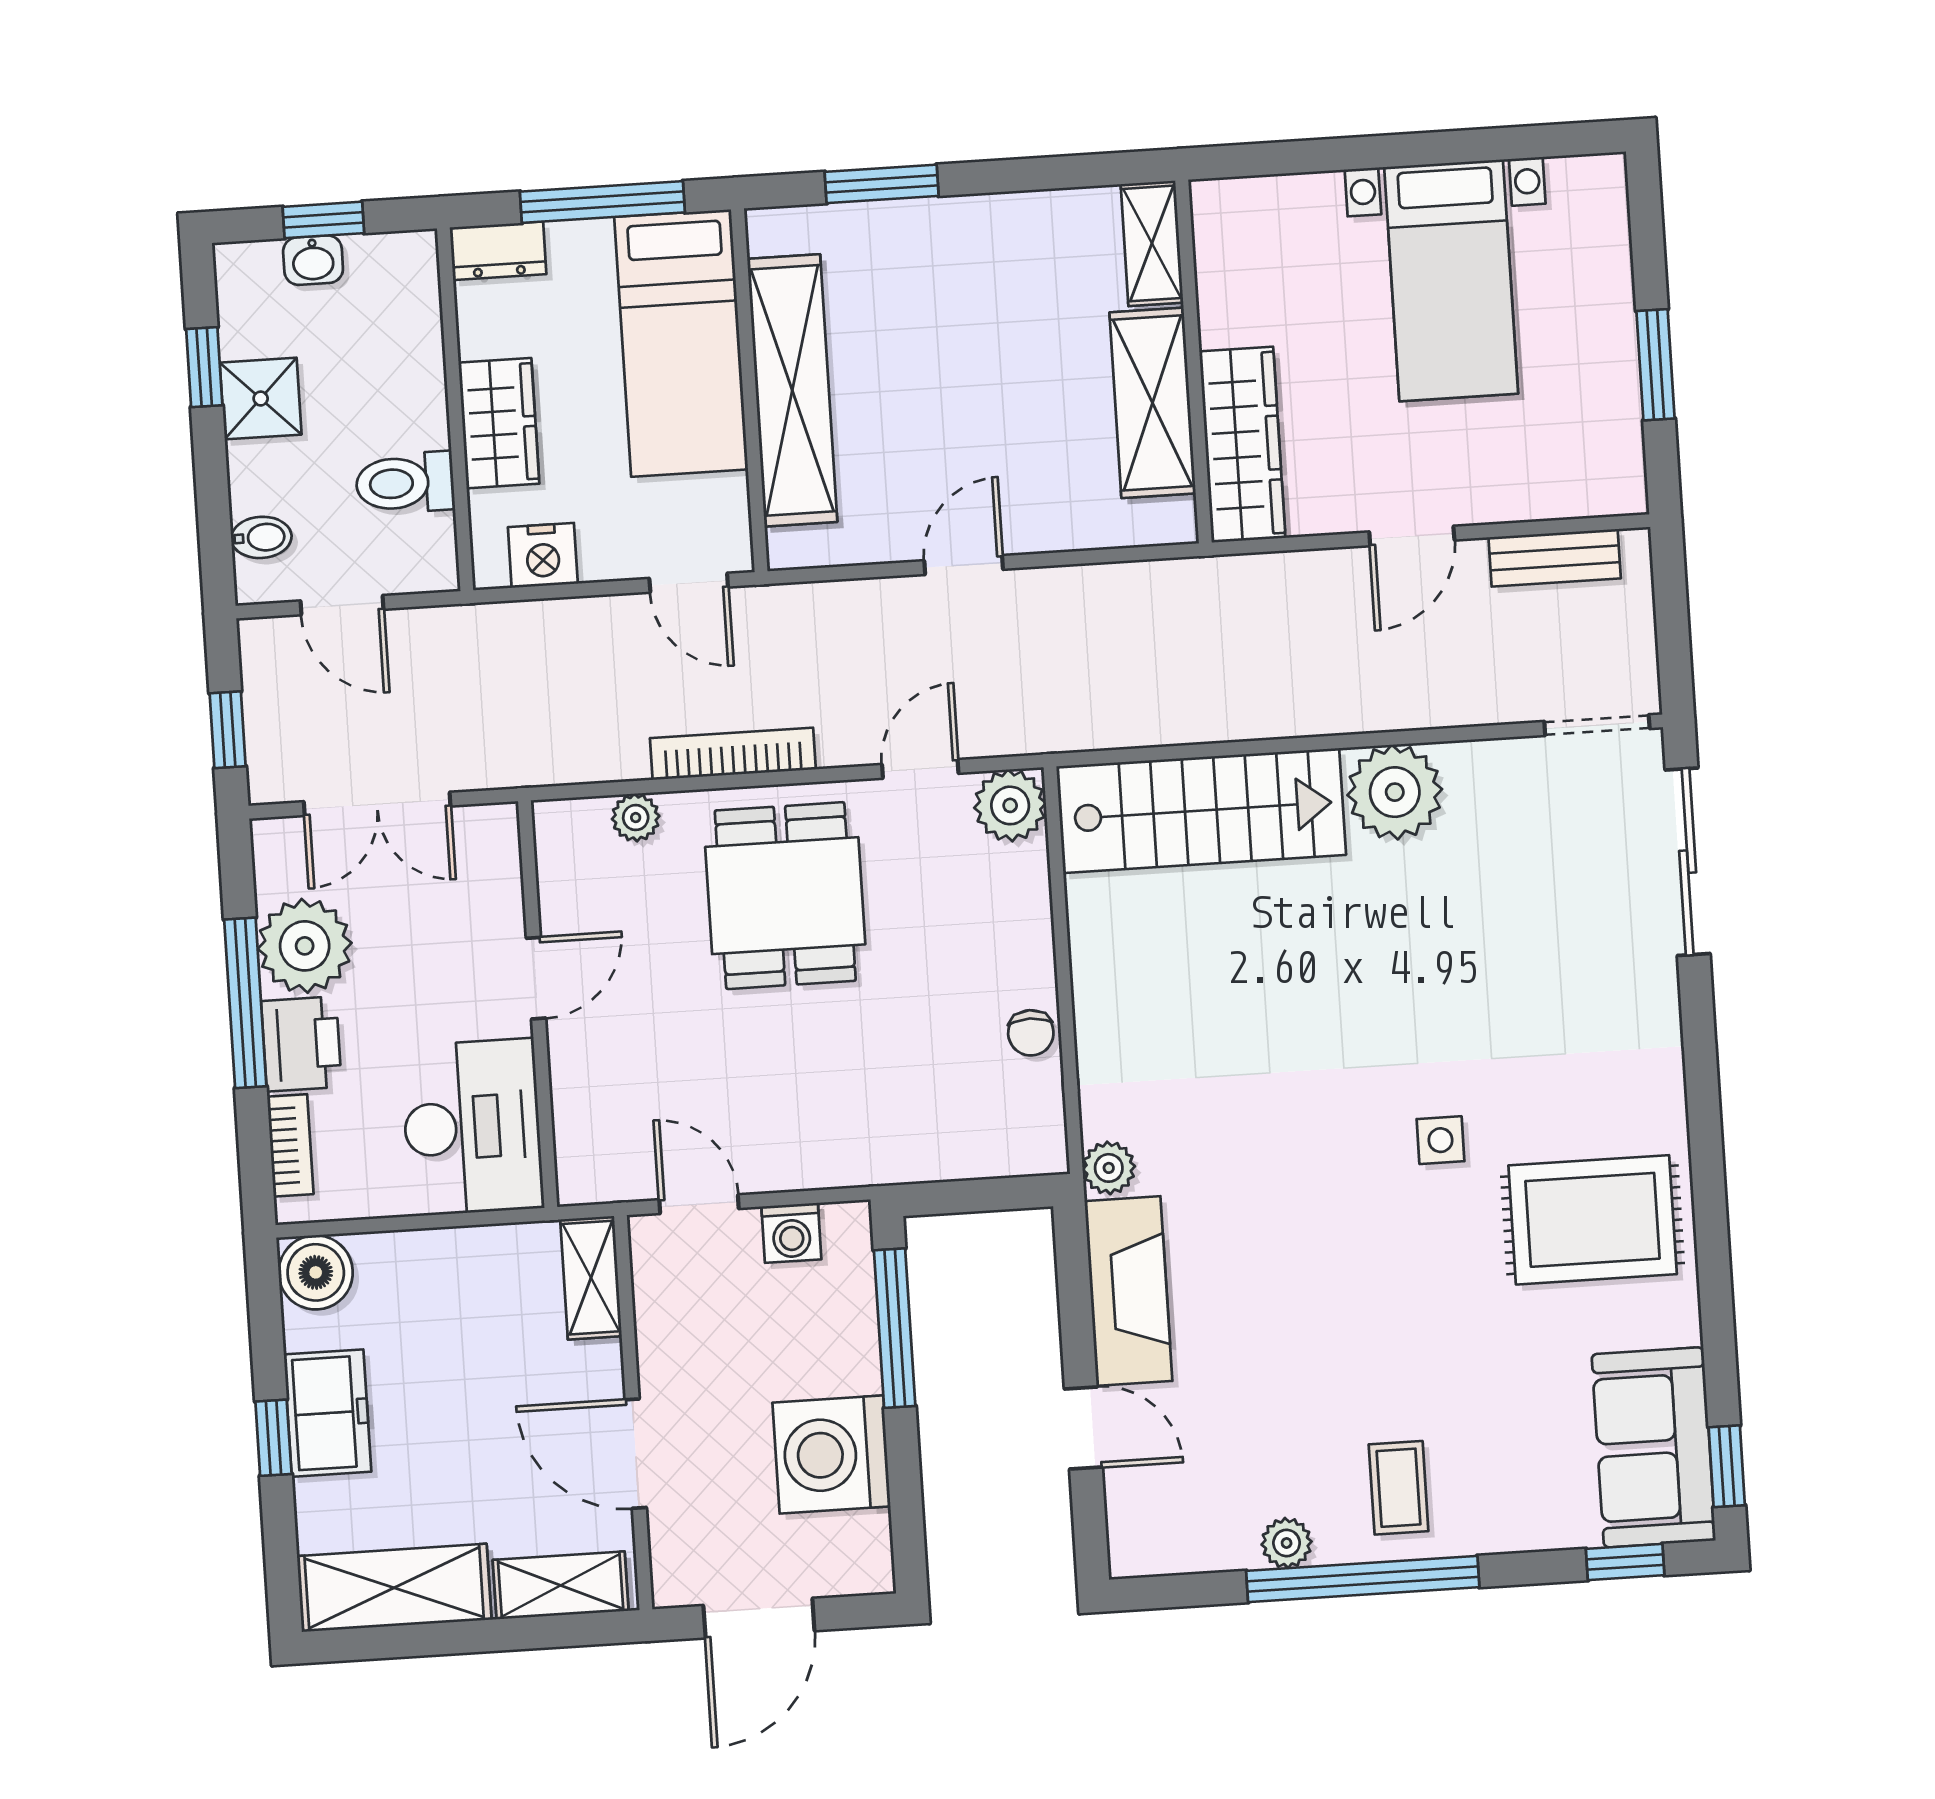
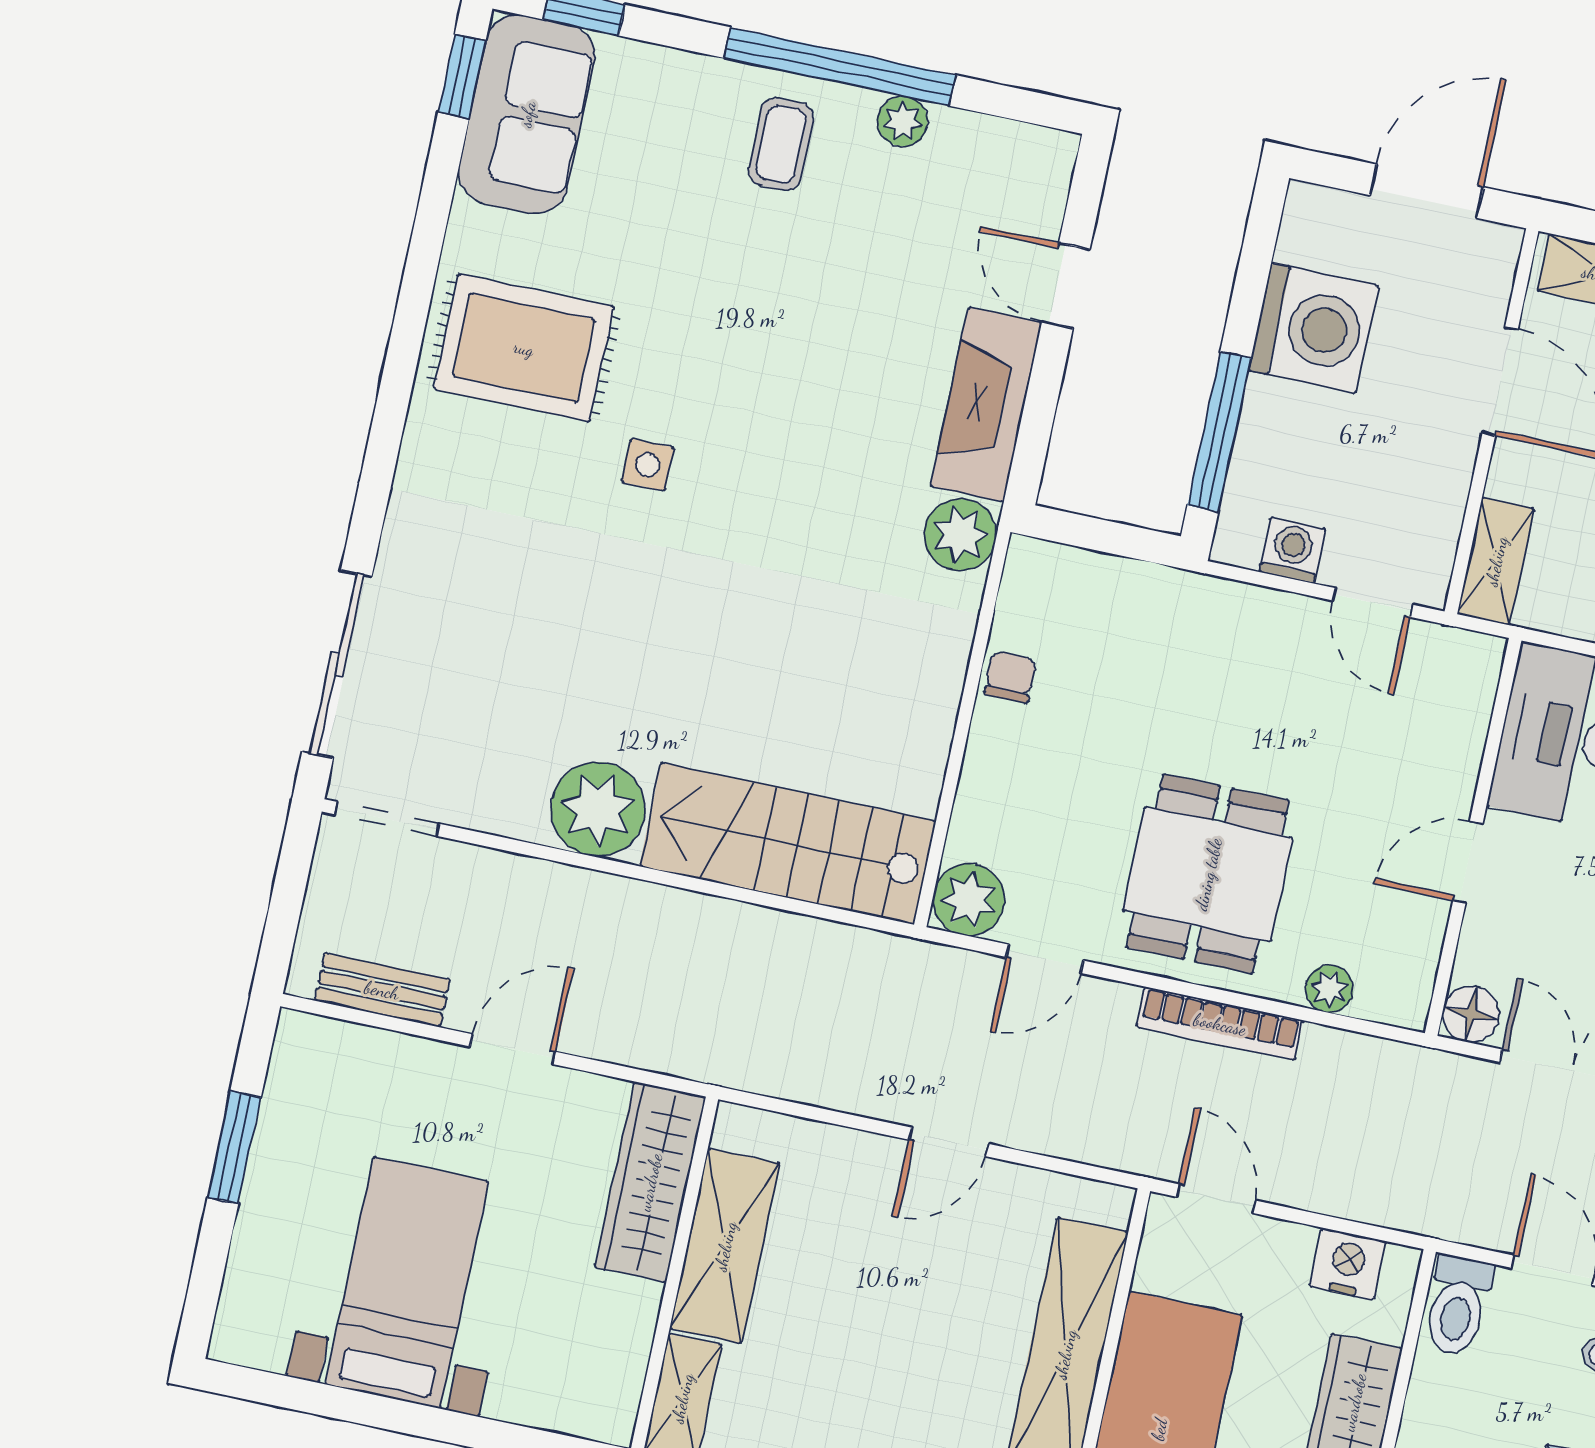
toilet: (405, 483) -> (1458, 1306), moved, turned 90
floor lamp: (492, 831) -> (1471, 1014), added
plant: (1109, 1168) -> (960, 535), width x1.38, depth x1.38

